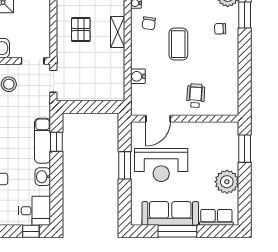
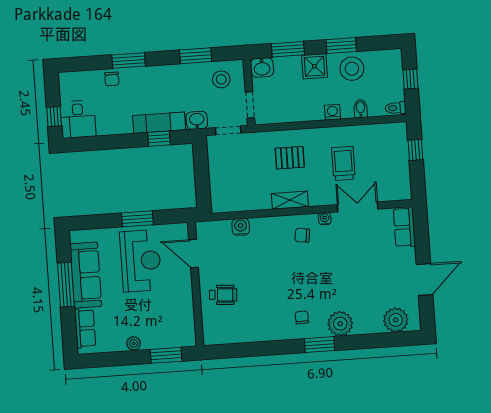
coffee table: (178, 44) -> (281, 271), removed
reception desk: (161, 165) -> (141, 261), turned 180
washbasin: (43, 177) -> (197, 120), moved
plant: (227, 182) -> (134, 343), width x0.53, depth x0.53

